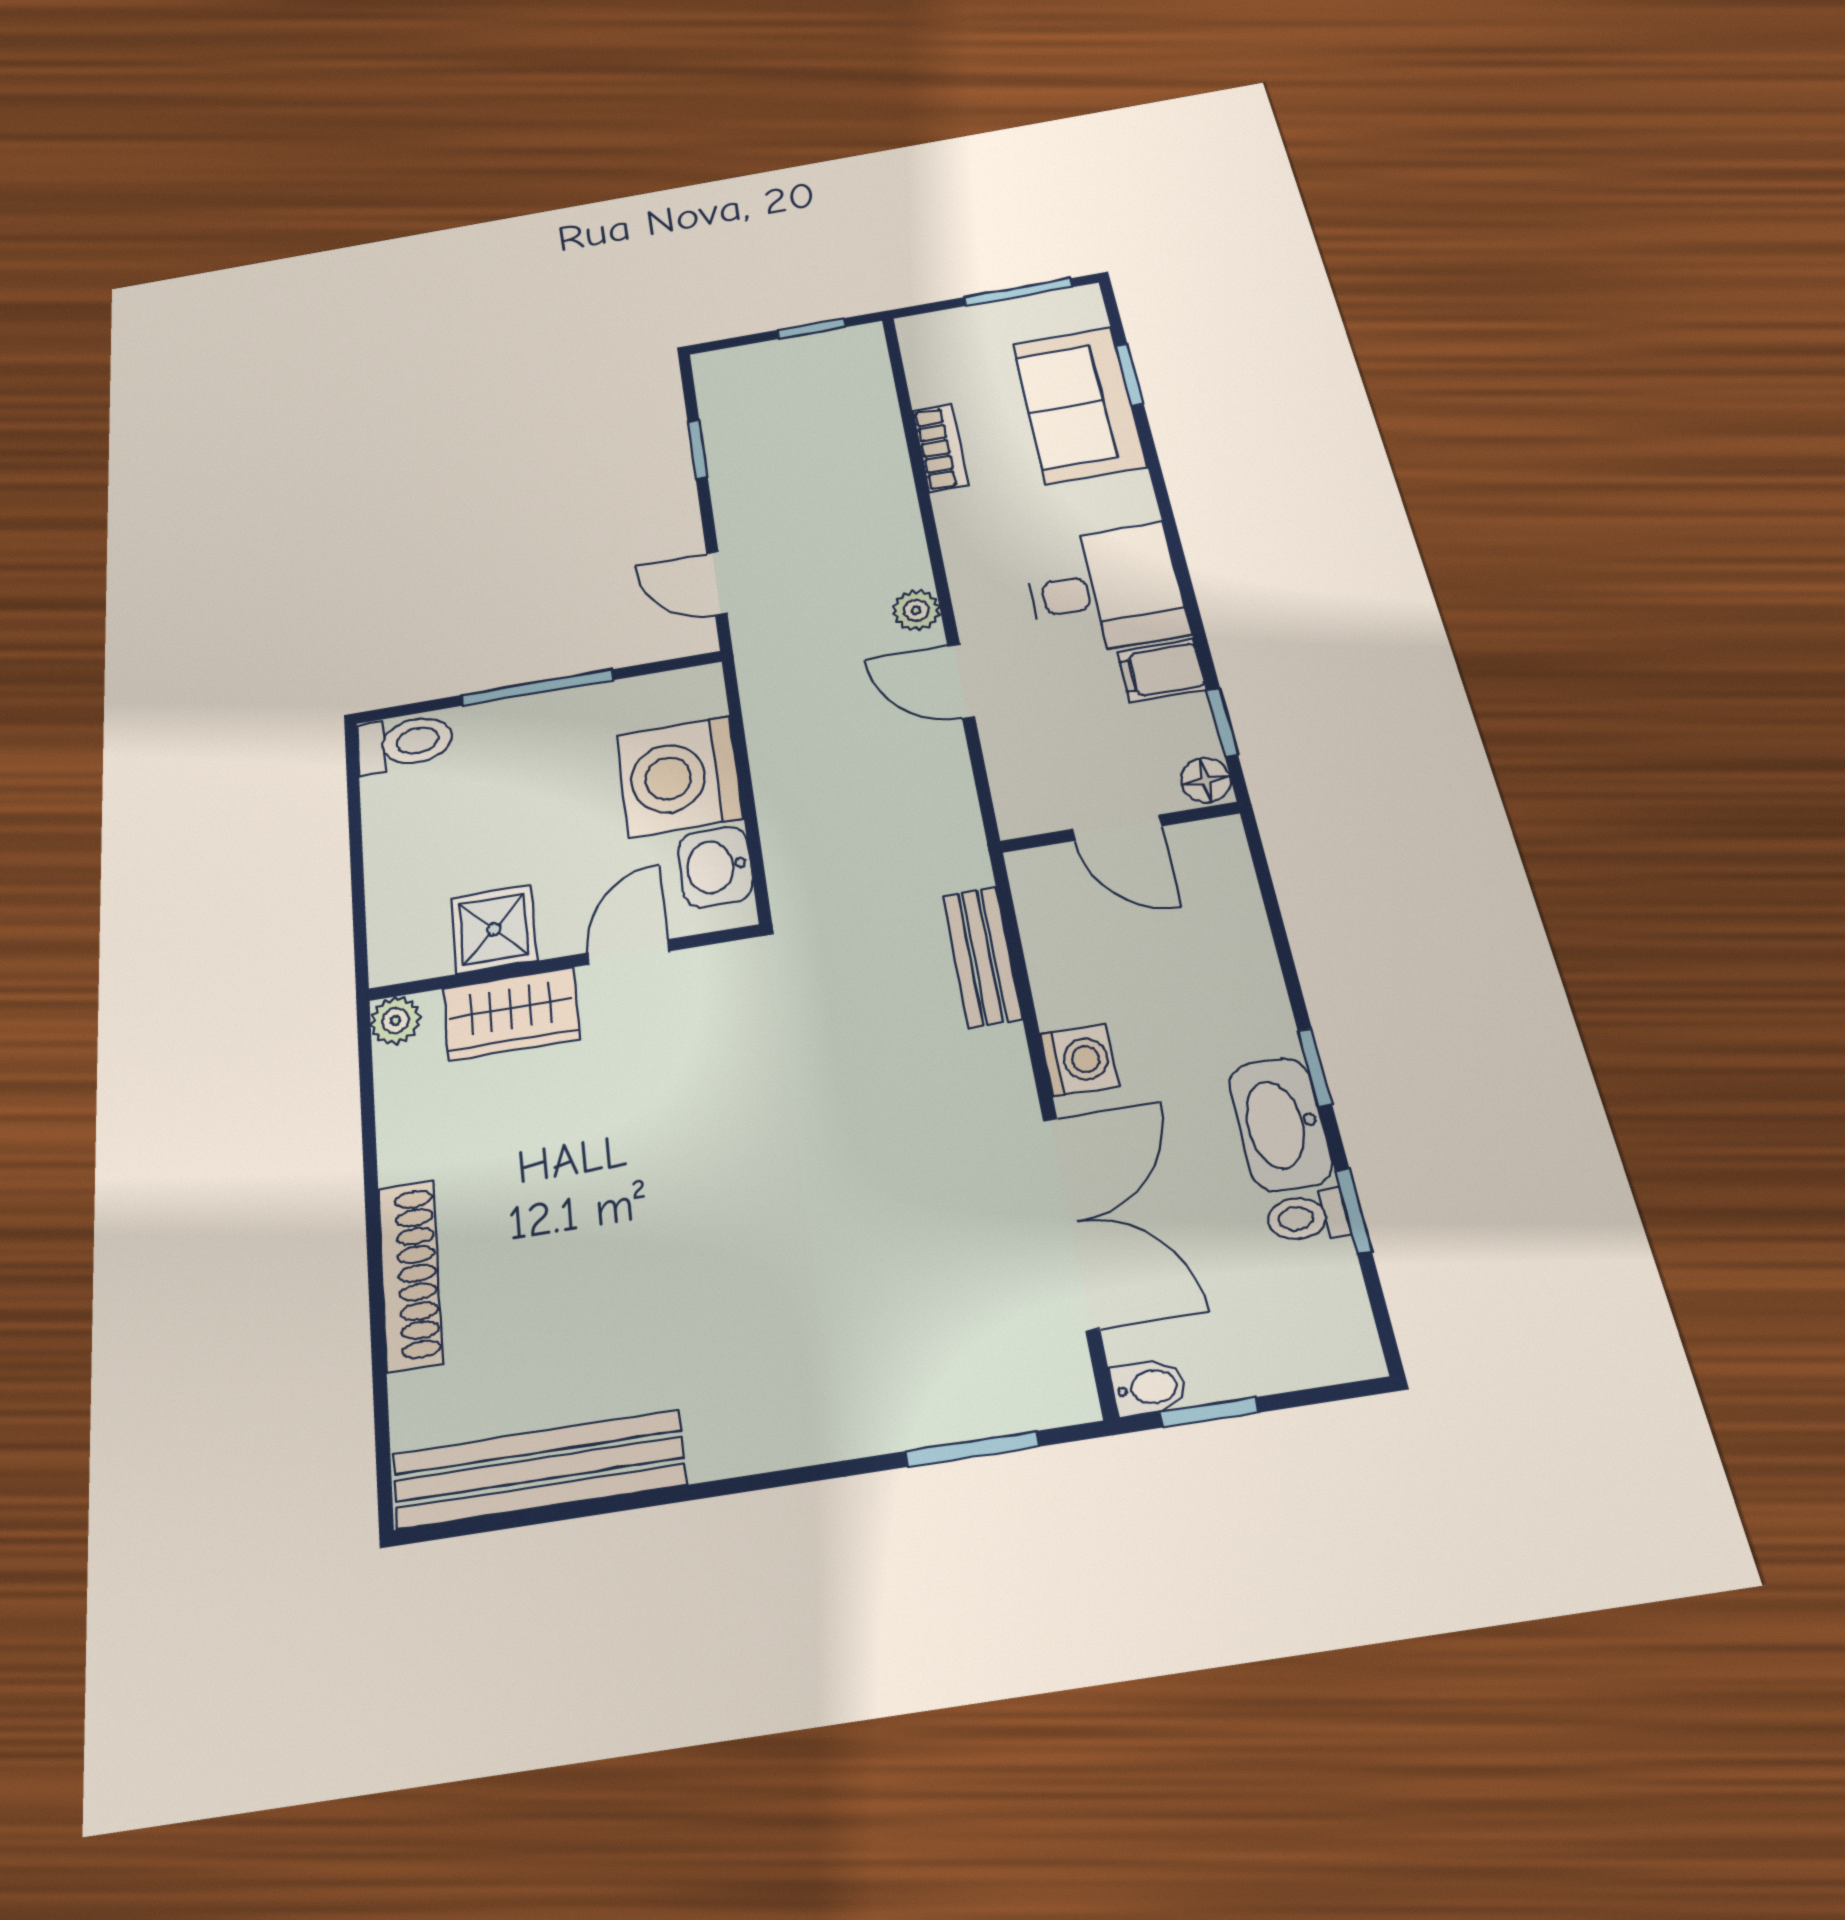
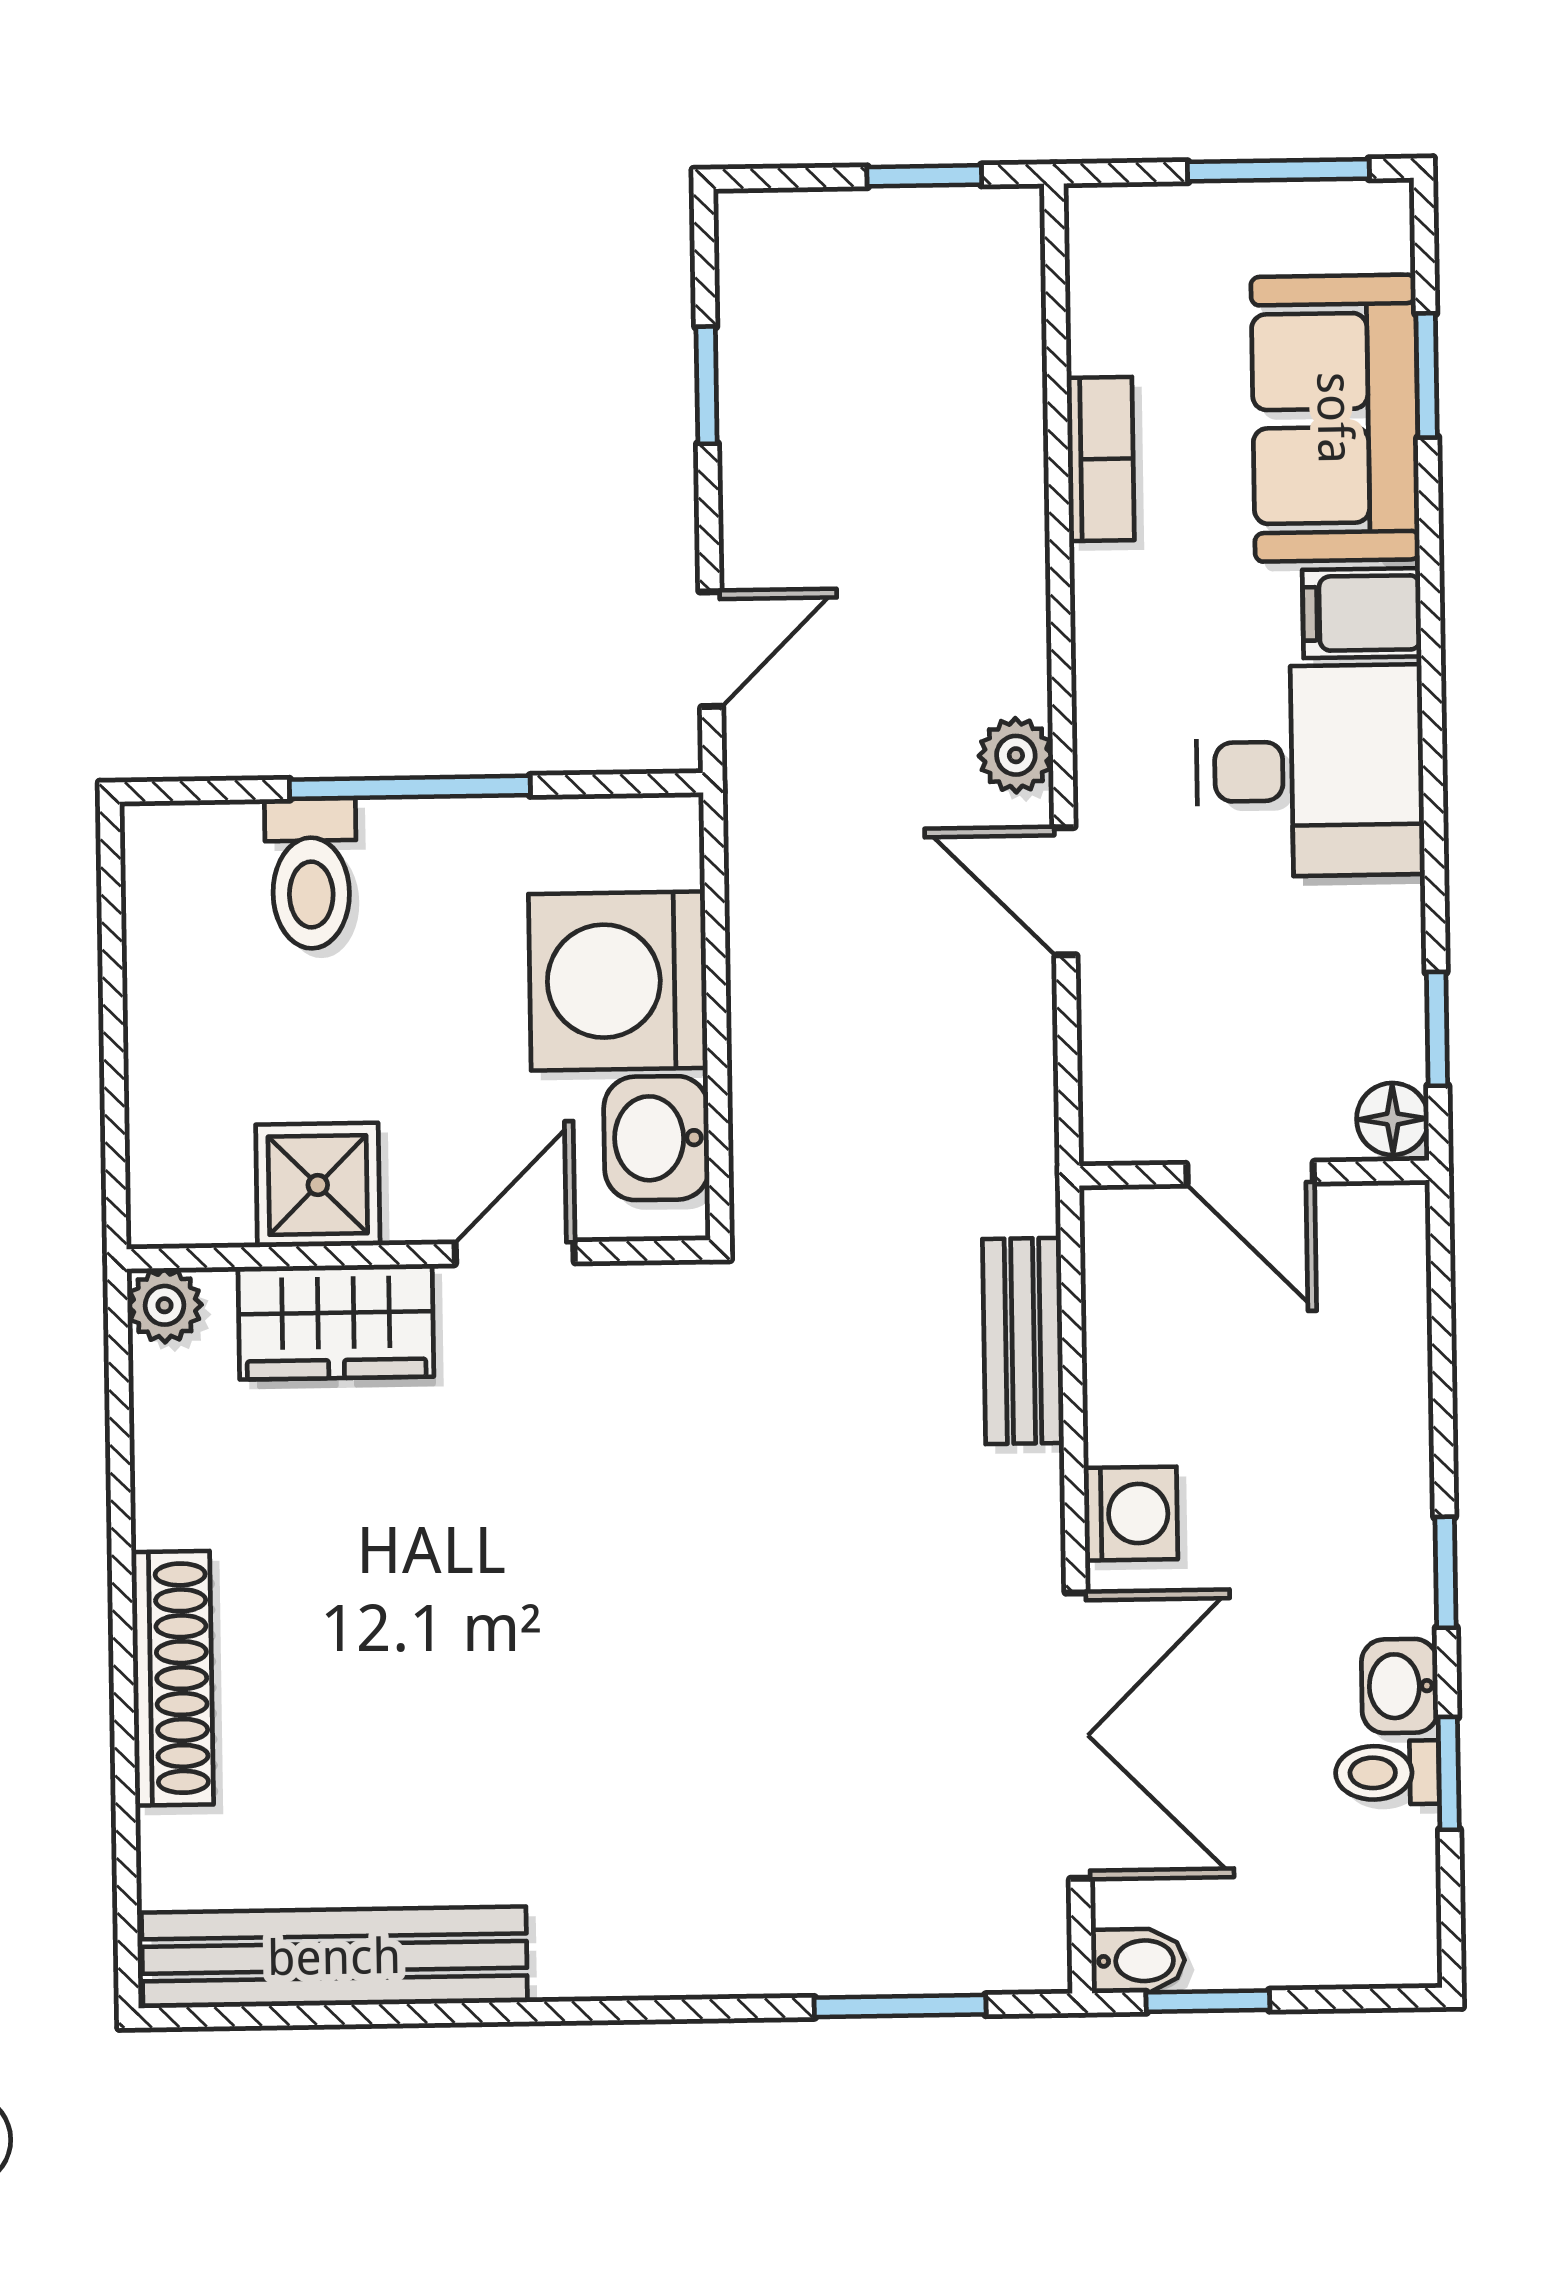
door: (717, 584) -> (711, 649), swing flipped
filing cabinet: (1162, 671) -> (1362, 613), moved
toilet: (405, 743) -> (311, 874), moved, turned 90
washbasin: (1281, 1124) -> (1400, 1686), width x0.52, depth x0.69

